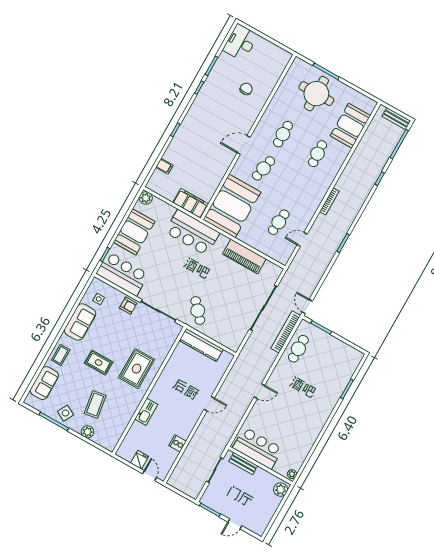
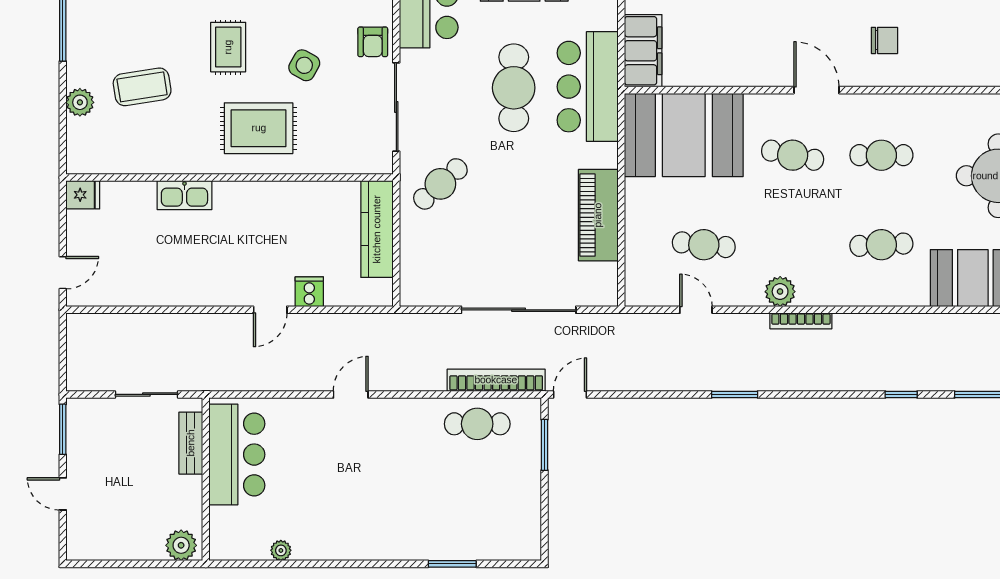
chair: (246, 89) -> (884, 40), moved
plant: (313, 203) -> (780, 292), added
cafe table: (177, 261) -> (514, 88), added
door: (259, 391) -> (351, 394), swing flipped
door: (209, 404) -> (270, 310), hinge flipped
side table: (65, 413) -> (304, 65), moved
cooker: (177, 443) -> (309, 292), moved
fridge: (140, 460) -> (83, 195), moved
plant: (292, 474) -> (281, 550), moved

